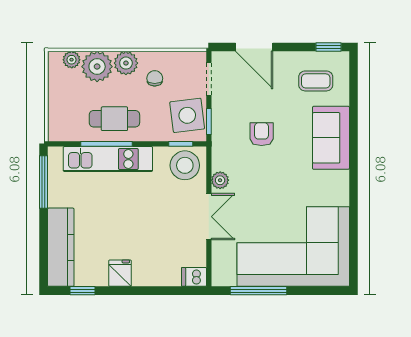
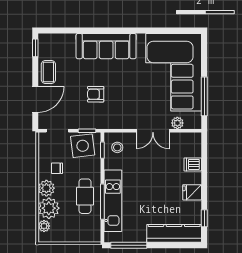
coffee table: (316, 81) -> (48, 72), moved
sofa: (331, 138) -> (106, 46), width x1.36
stool: (185, 165) -> (117, 147), width x0.53, depth x0.53
plant: (220, 180) -> (177, 123), moved
double door: (209, 217) -> (153, 131), swing flipped
dishwasher: (194, 277) -> (193, 164), moved, turned 90

